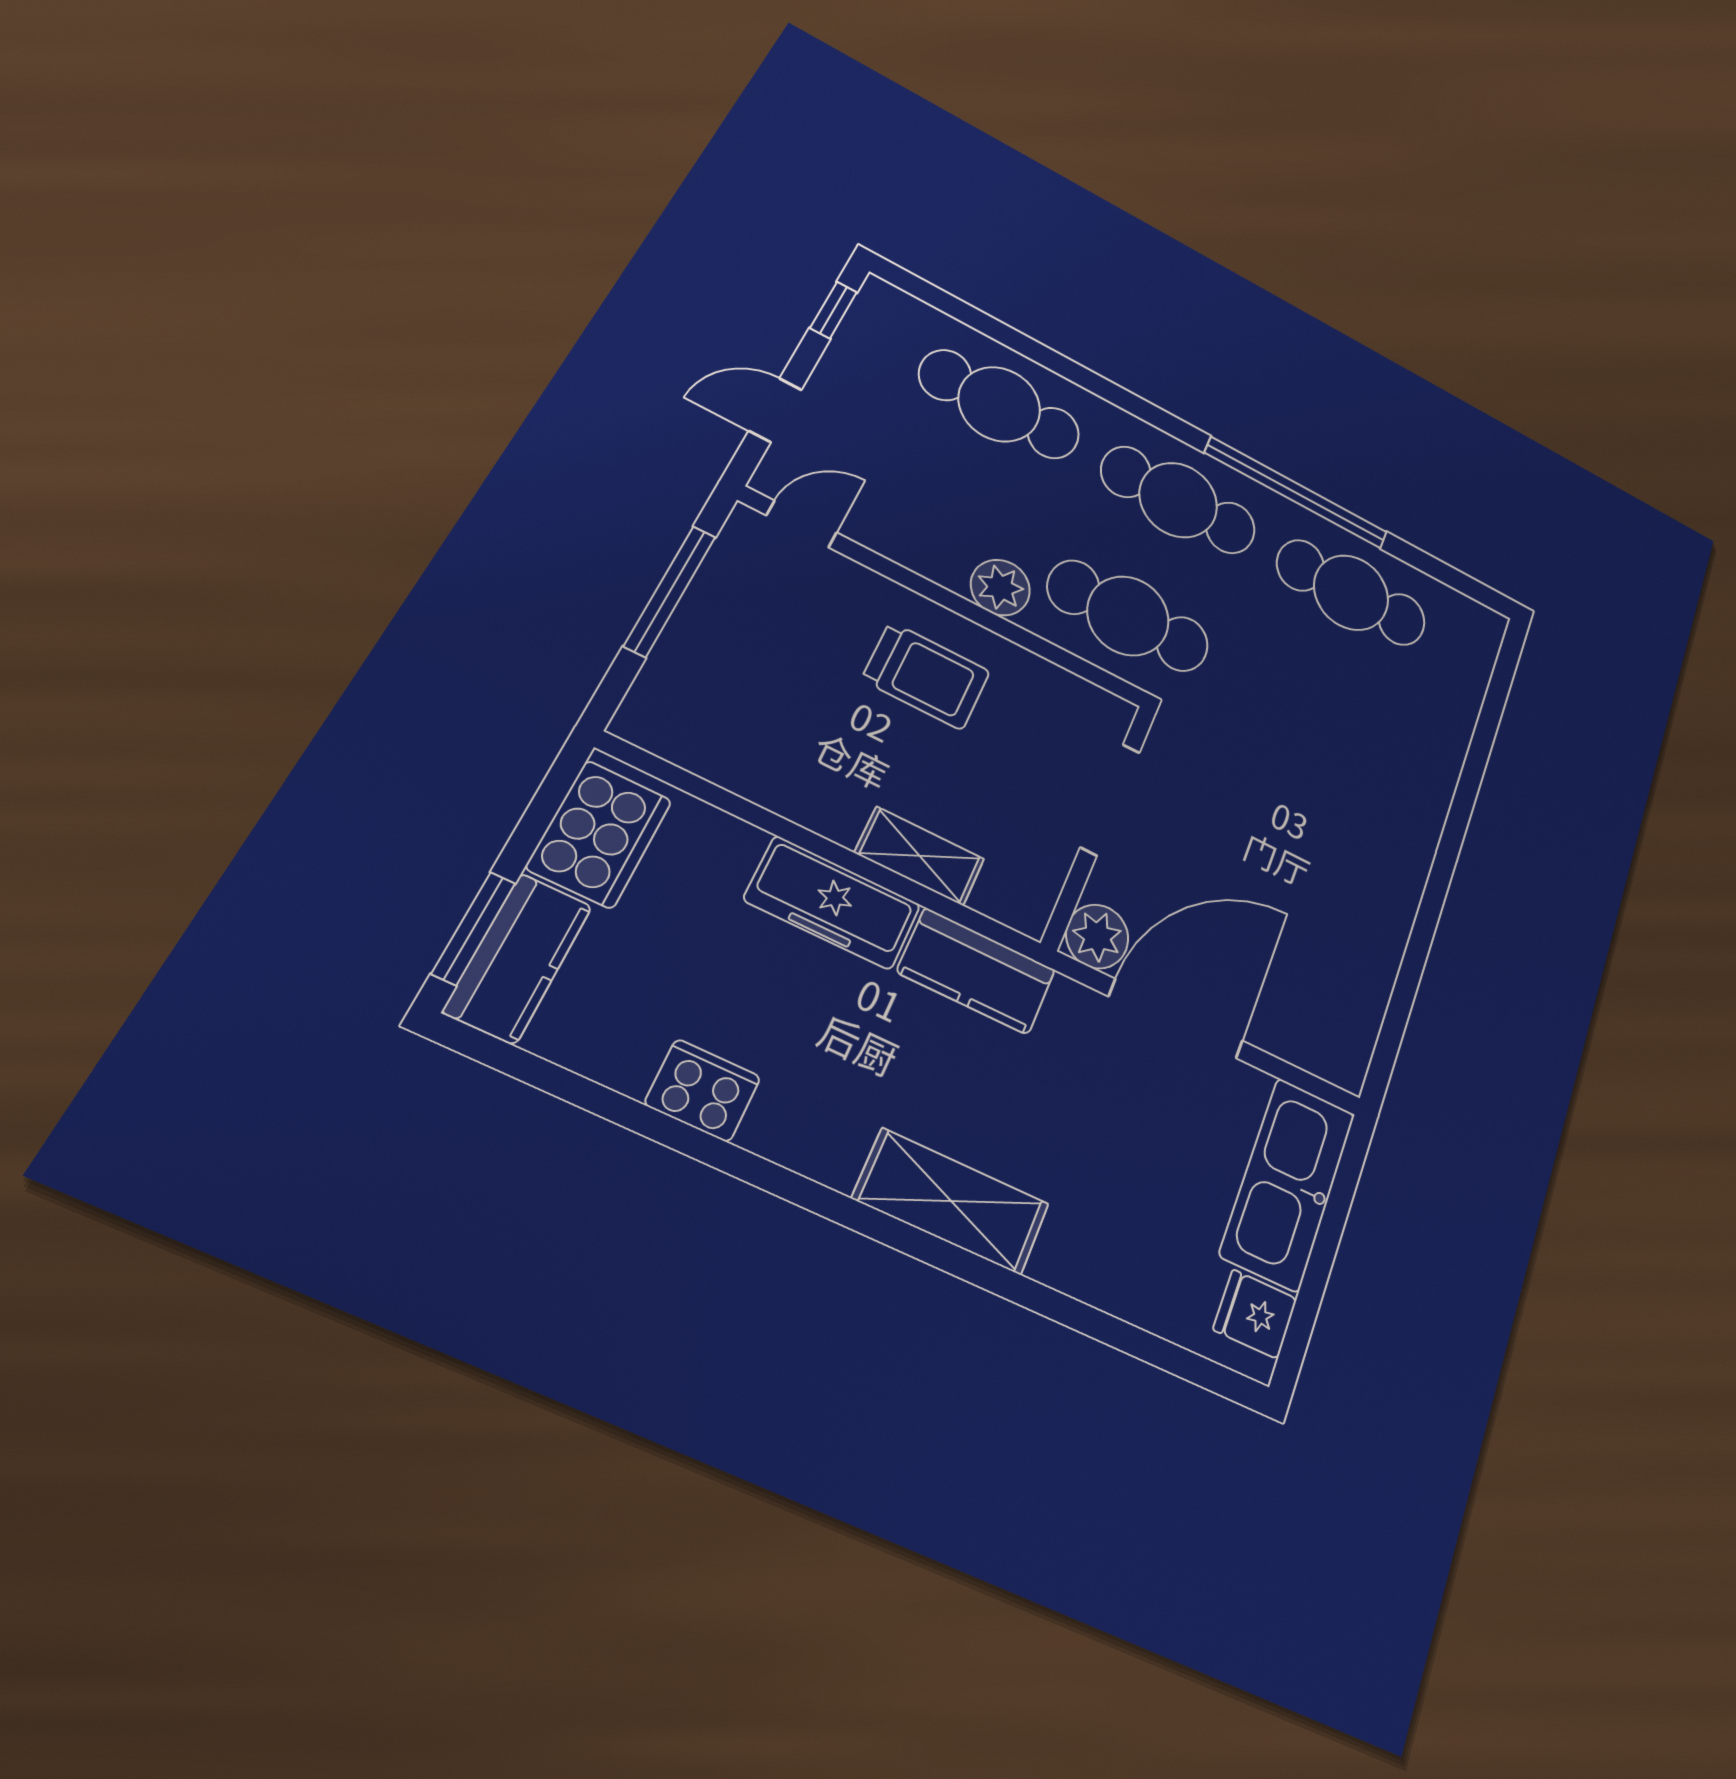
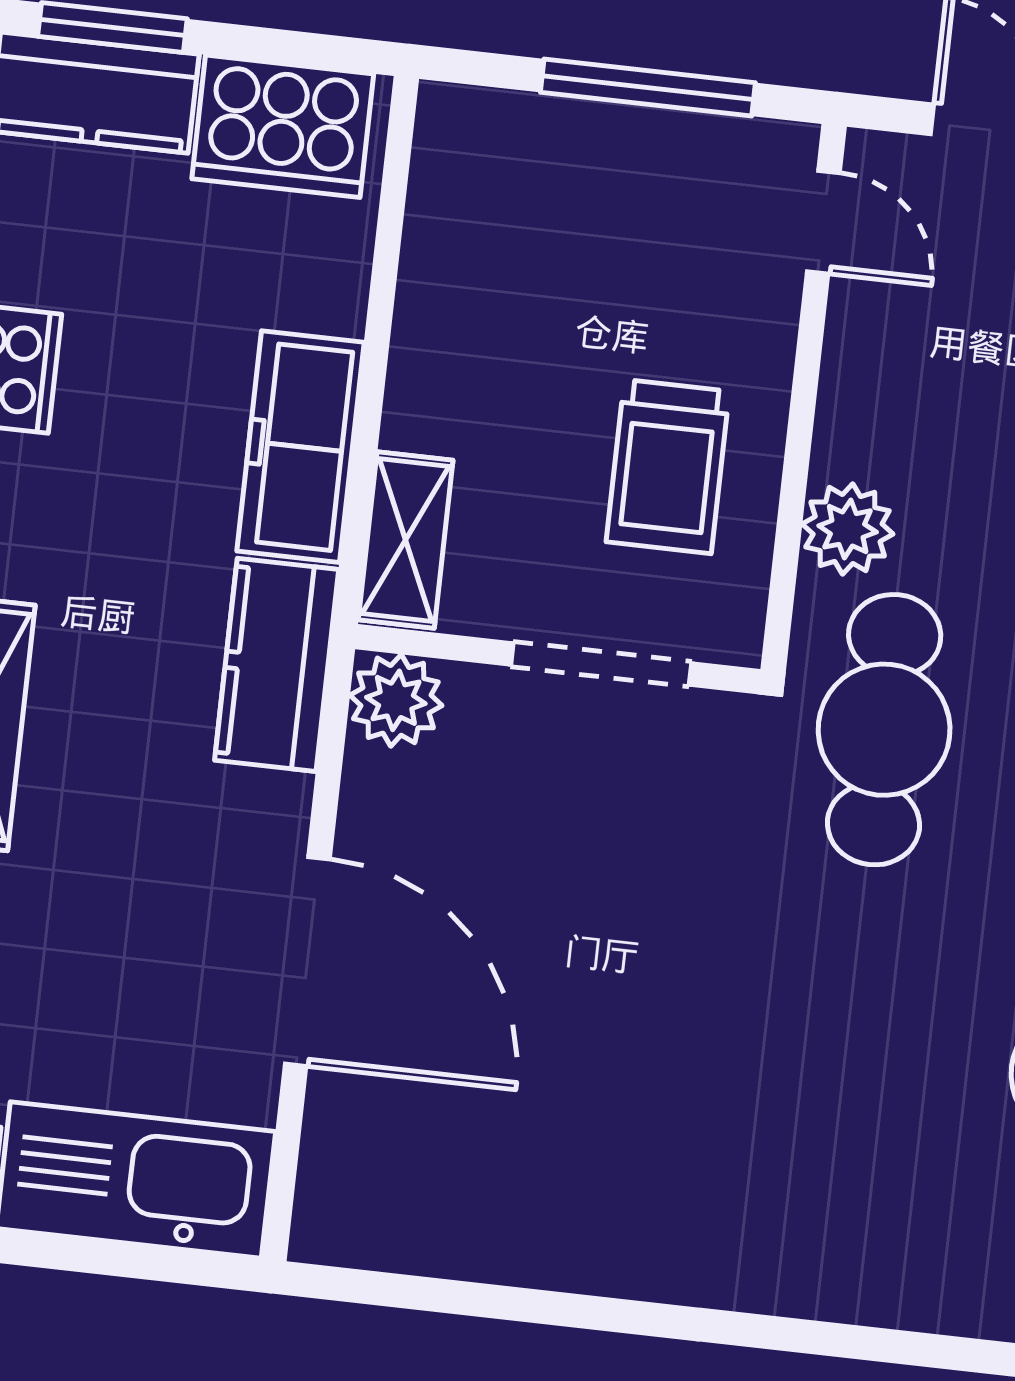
doorway: (1110, 799) -> (601, 664), moved
wall: (1100, 825) -> (558, 659), moved
plant: (1097, 936) -> (396, 700), moved

